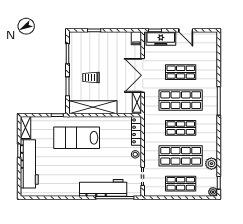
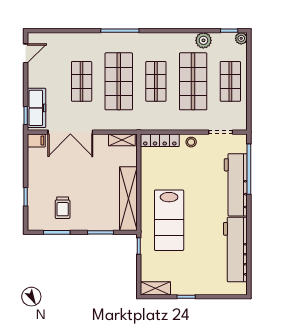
door: (186, 30) -> (26, 53), moved
double door: (143, 75) -> (70, 132), moved
trolley: (91, 77) -> (63, 208), moved
workbench: (29, 164) -> (235, 250), moved, turned -90

